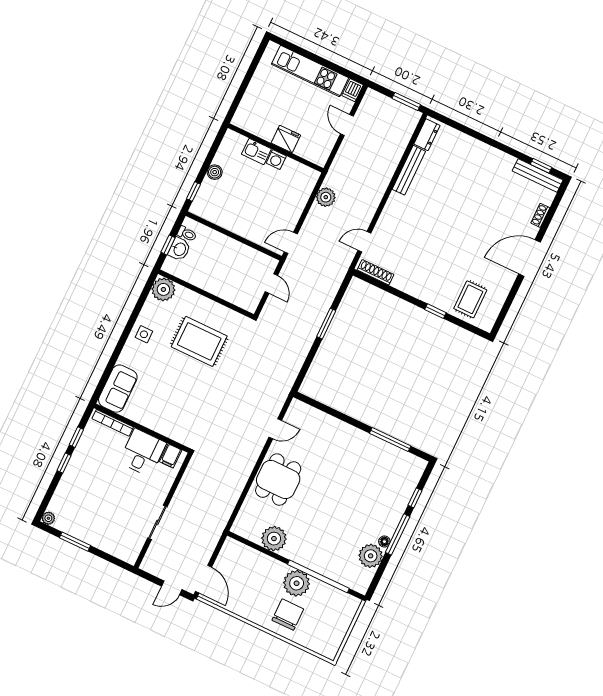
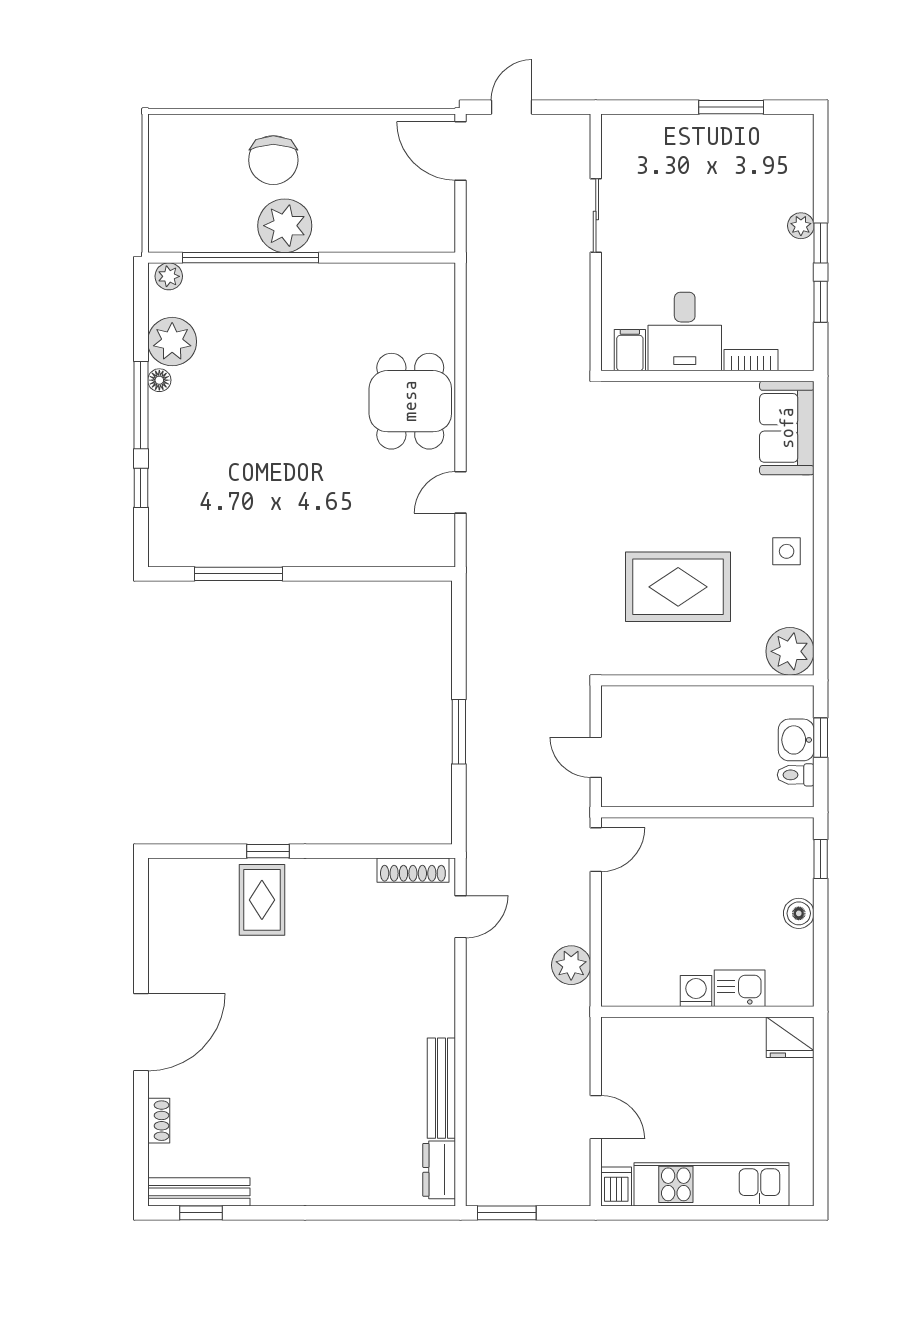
fridge: (286, 139) -> (790, 1037), moved
rug: (470, 299) -> (262, 900), moved
bookcase: (113, 423) -> (751, 360), width x0.64
plant: (48, 518) -> (801, 226), moved
plant: (274, 539) -> (169, 276), moved, width x0.53, depth x0.53

